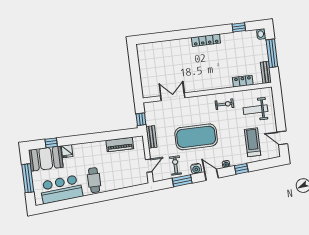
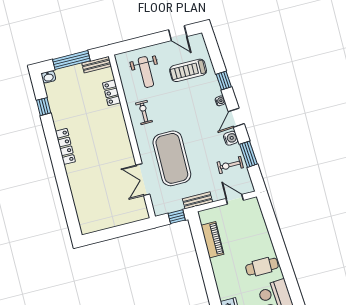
exercise mat: (196, 137) -> (172, 158), moved
door: (282, 138) -> (178, 33), hinge flipped

